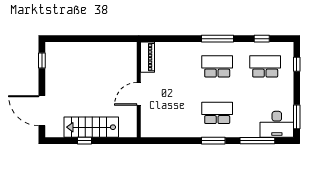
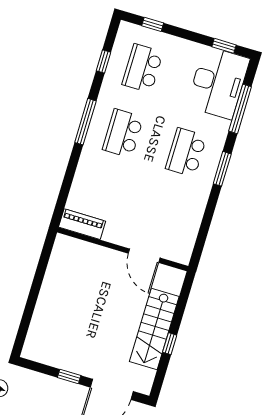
window: (42, 60) -> (69, 377), moved
door: (139, 94) -> (144, 256), moved
window: (297, 117) -> (224, 46), width x0.67
desk: (277, 124) -> (218, 83), width x1.36, depth x1.30

